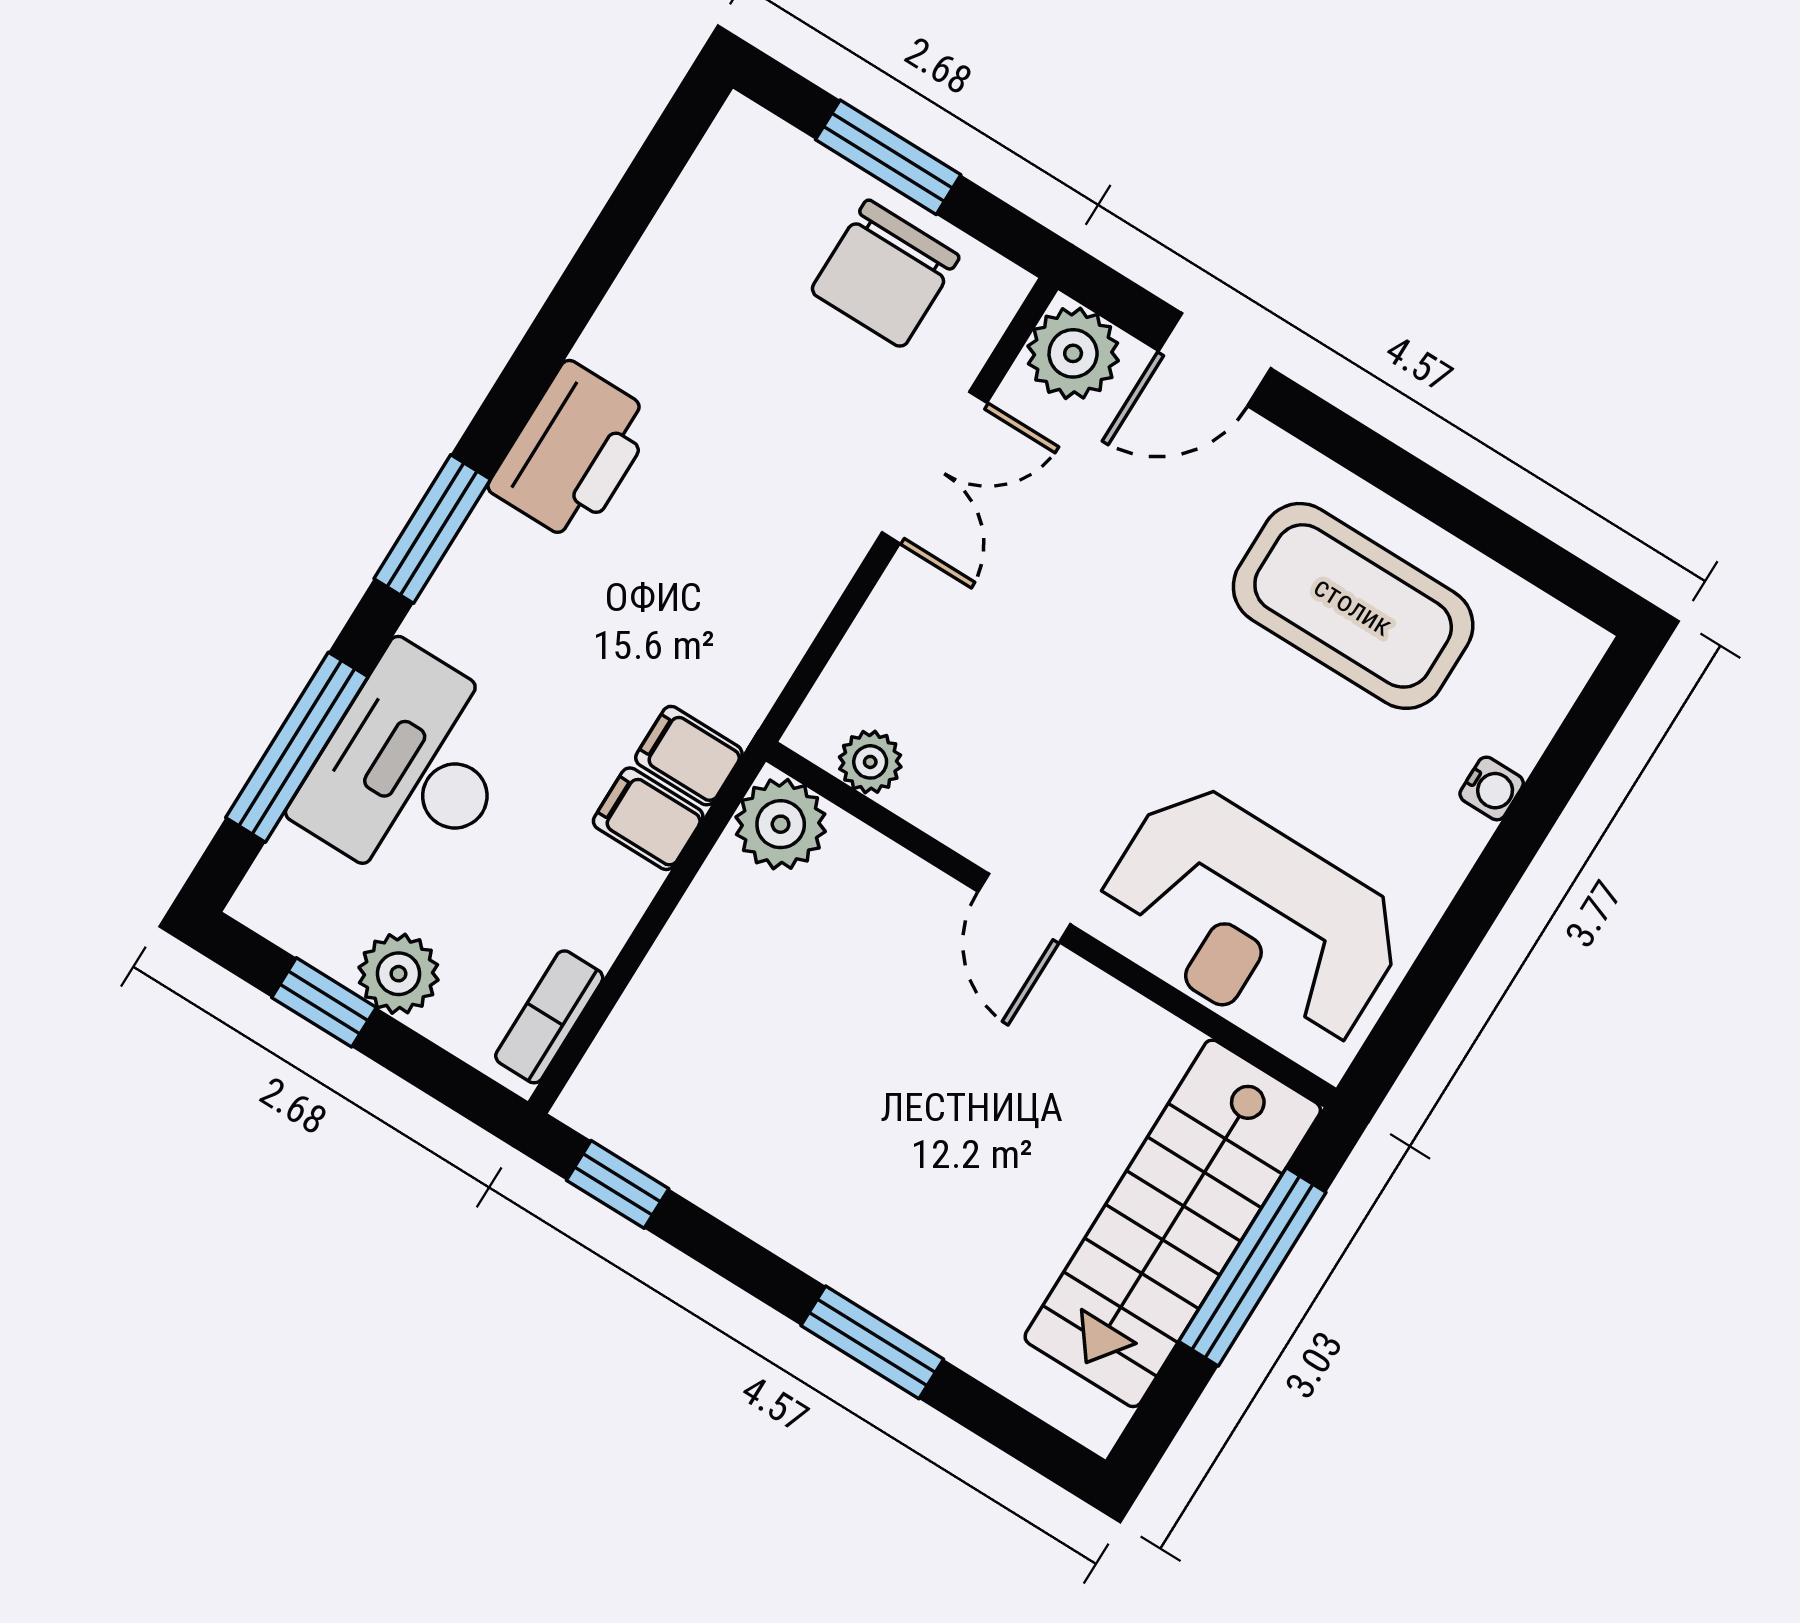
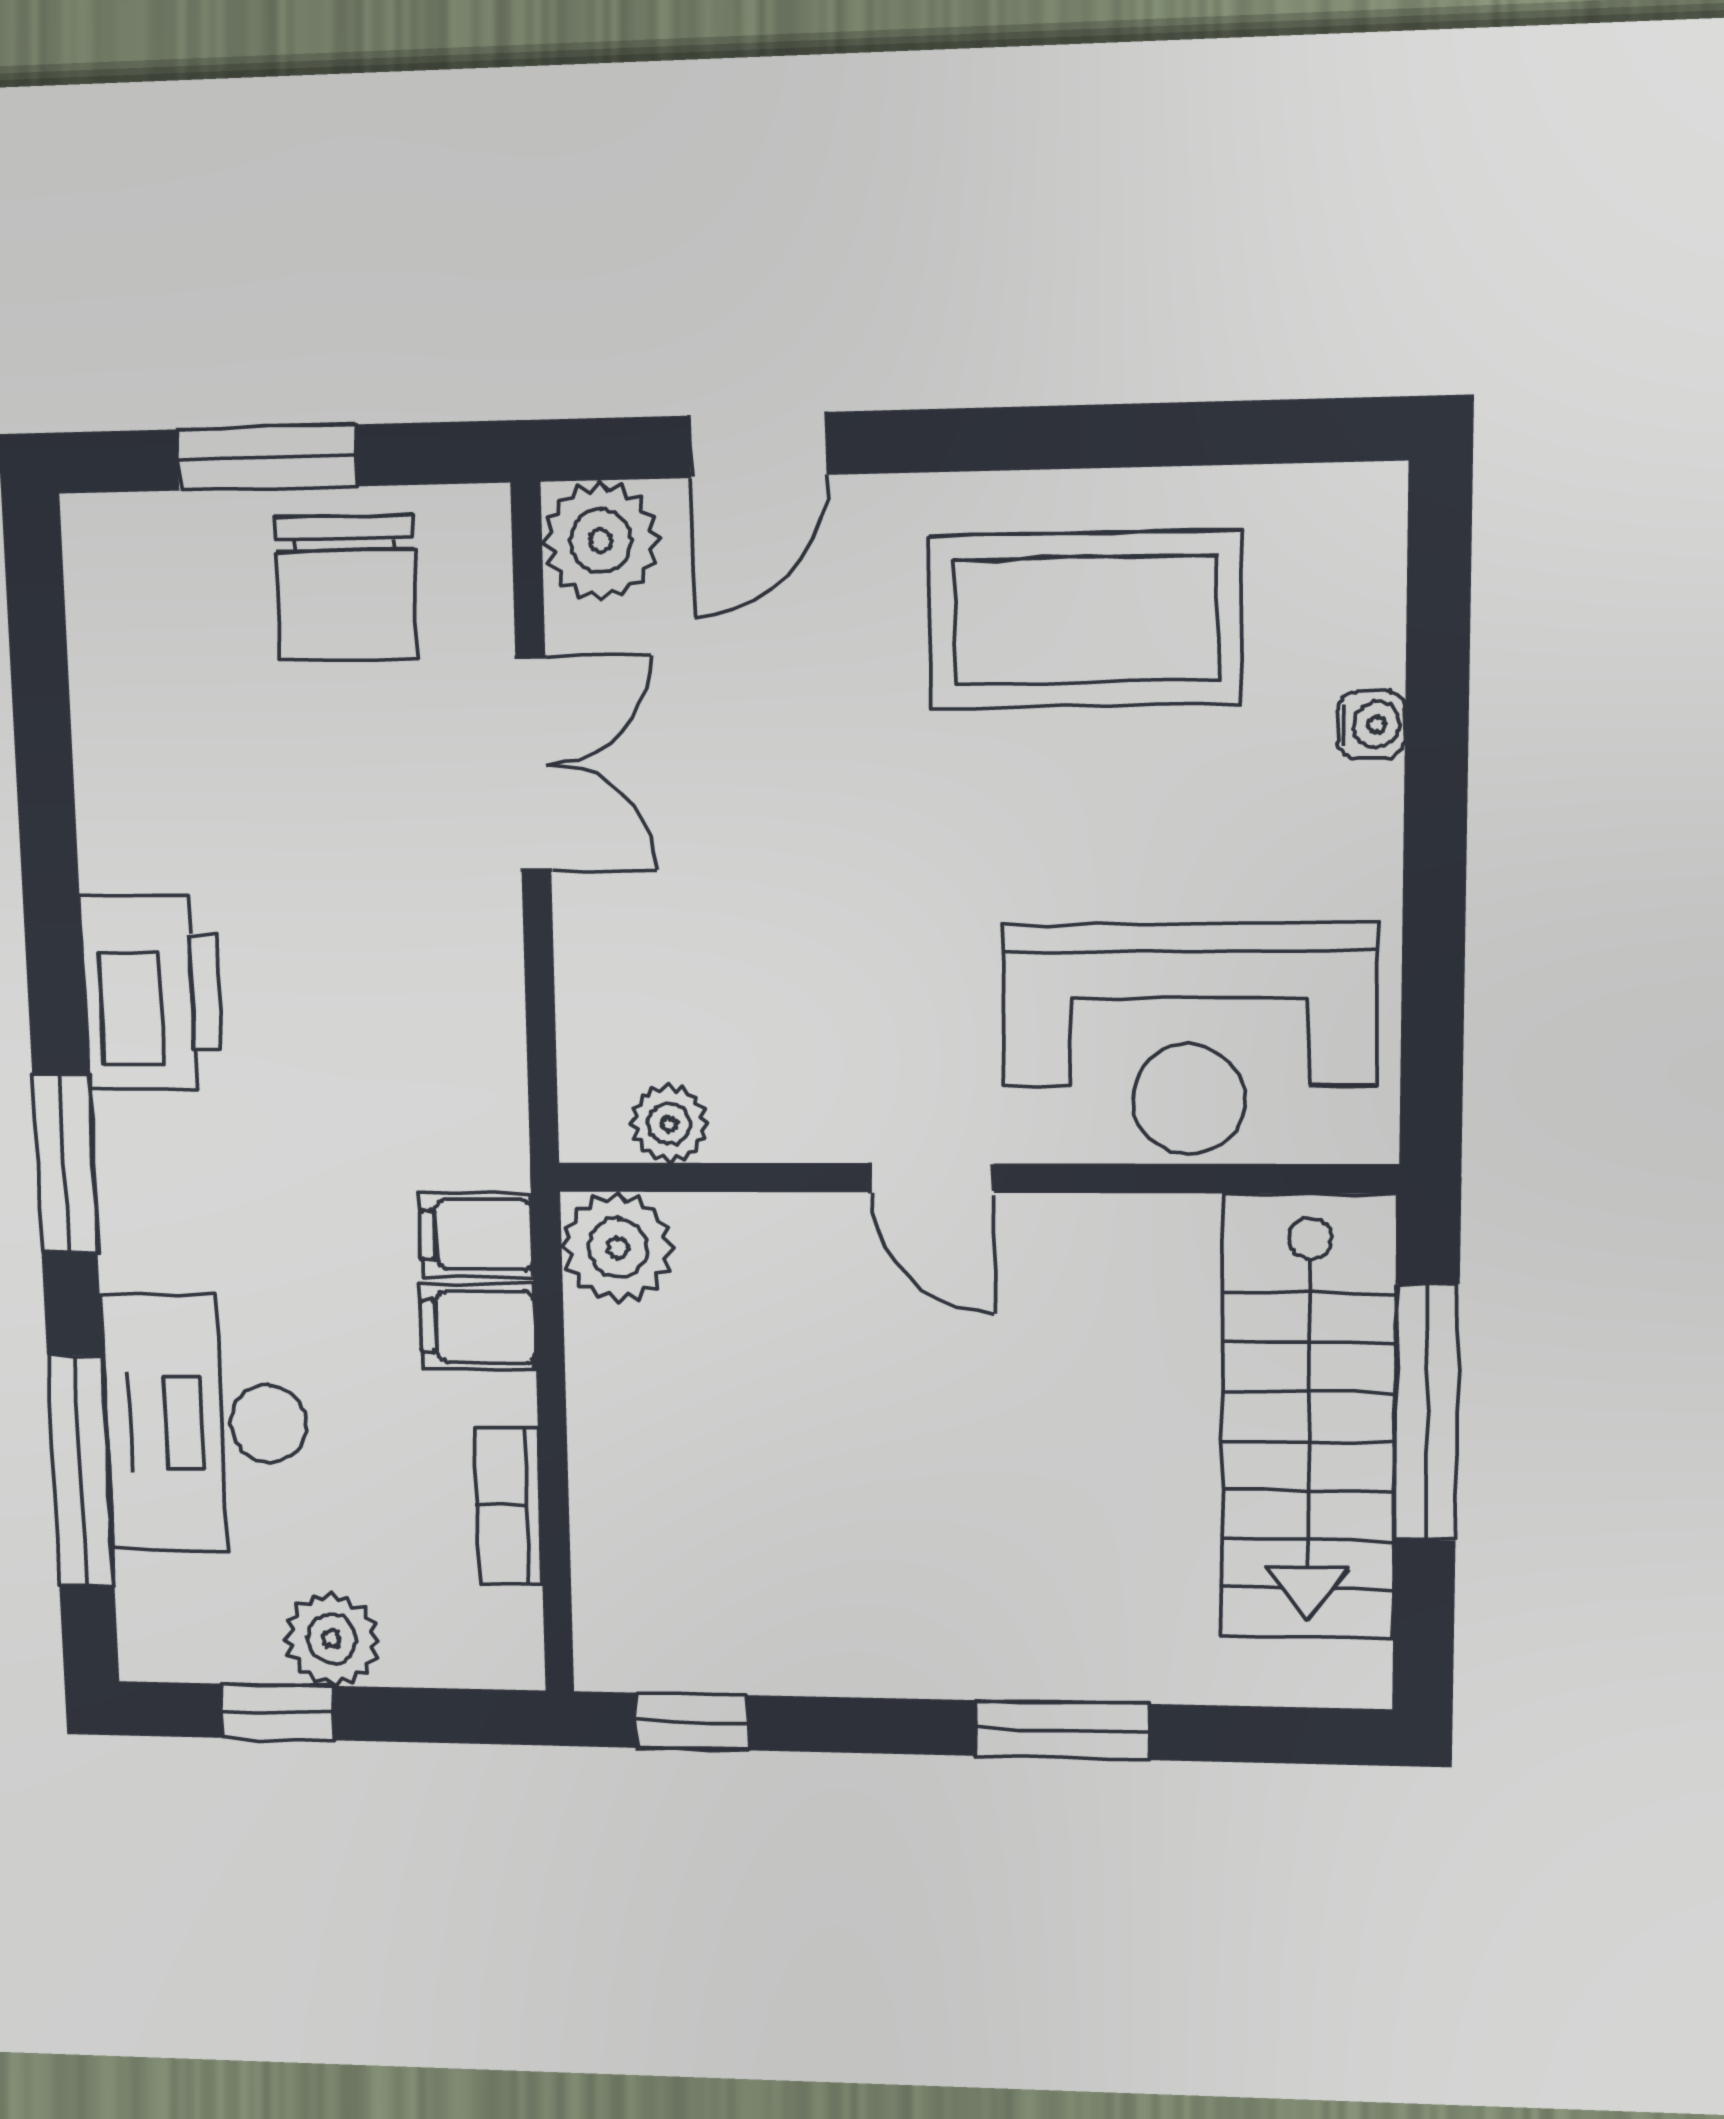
bookcase: (549, 1017) -> (508, 1505), moved

